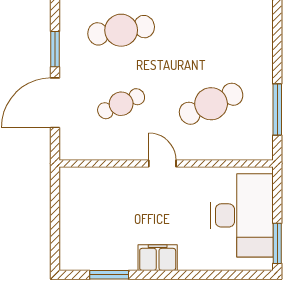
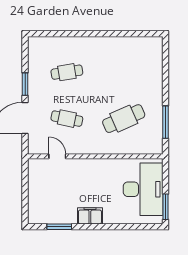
cafe table: (121, 30) -> (67, 72), width x0.73, depth x0.74
cafe table: (121, 104) -> (67, 119), turned 36
door: (162, 164) -> (57, 156), moved

